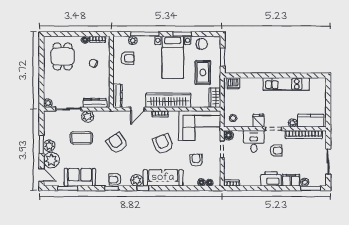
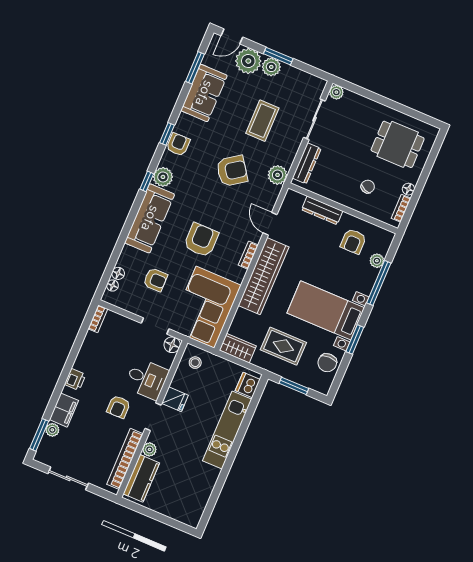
kitchen unit: (286, 84) -> (227, 430), moved
dresser: (118, 96) -> (322, 210), moved
plant: (88, 117) -> (278, 175), moved
armchair: (163, 144) -> (201, 240), turned -68
printer: (271, 179) -> (75, 379), width x0.53, depth x0.68

